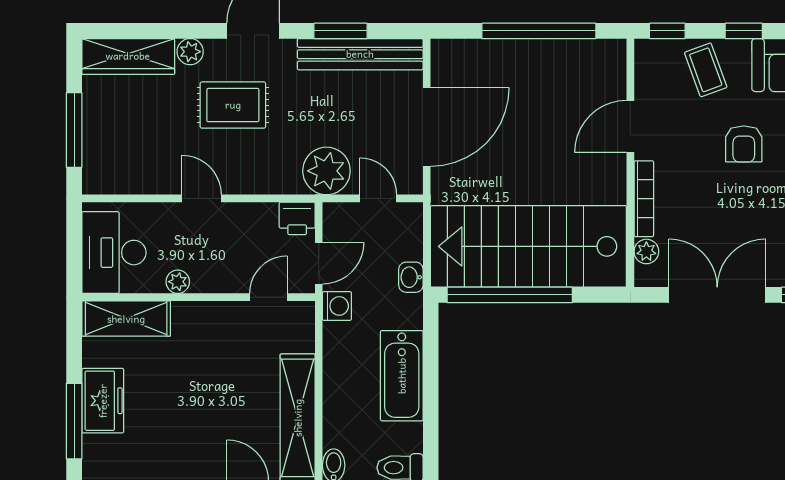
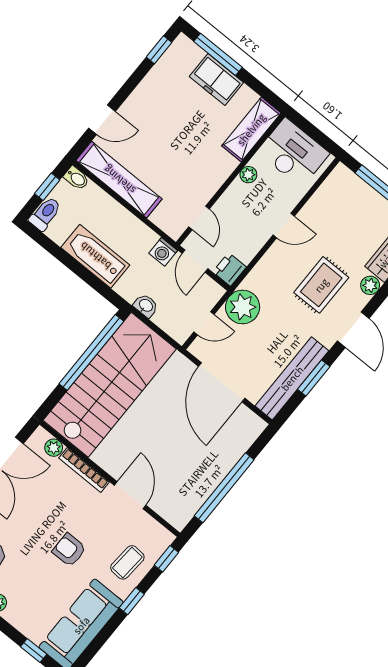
coffee table: (706, 70) -> (127, 562), turned -66

